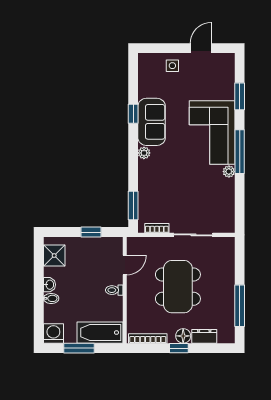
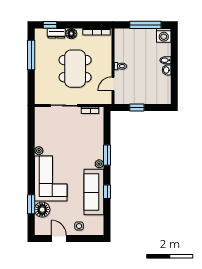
door: (201, 48) -> (59, 238), swing flipped
floor lamp: (224, 89) -> (42, 210), added
sofa: (152, 122) -> (94, 192), width x1.36
window: (240, 152) -> (31, 165), removed
window: (133, 206) -> (107, 155), moved
shower: (54, 256) -> (163, 91), removed
bathtub: (100, 333) -> (131, 36), removed
window: (79, 348) -> (145, 25), width x1.44
window: (179, 348) -> (50, 25), moved

